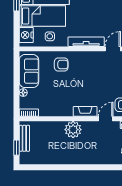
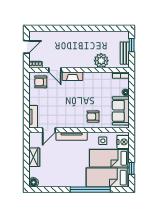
door: (106, 119) -> (55, 70), hinge flipped
plant: (73, 130) -> (101, 61), moved

